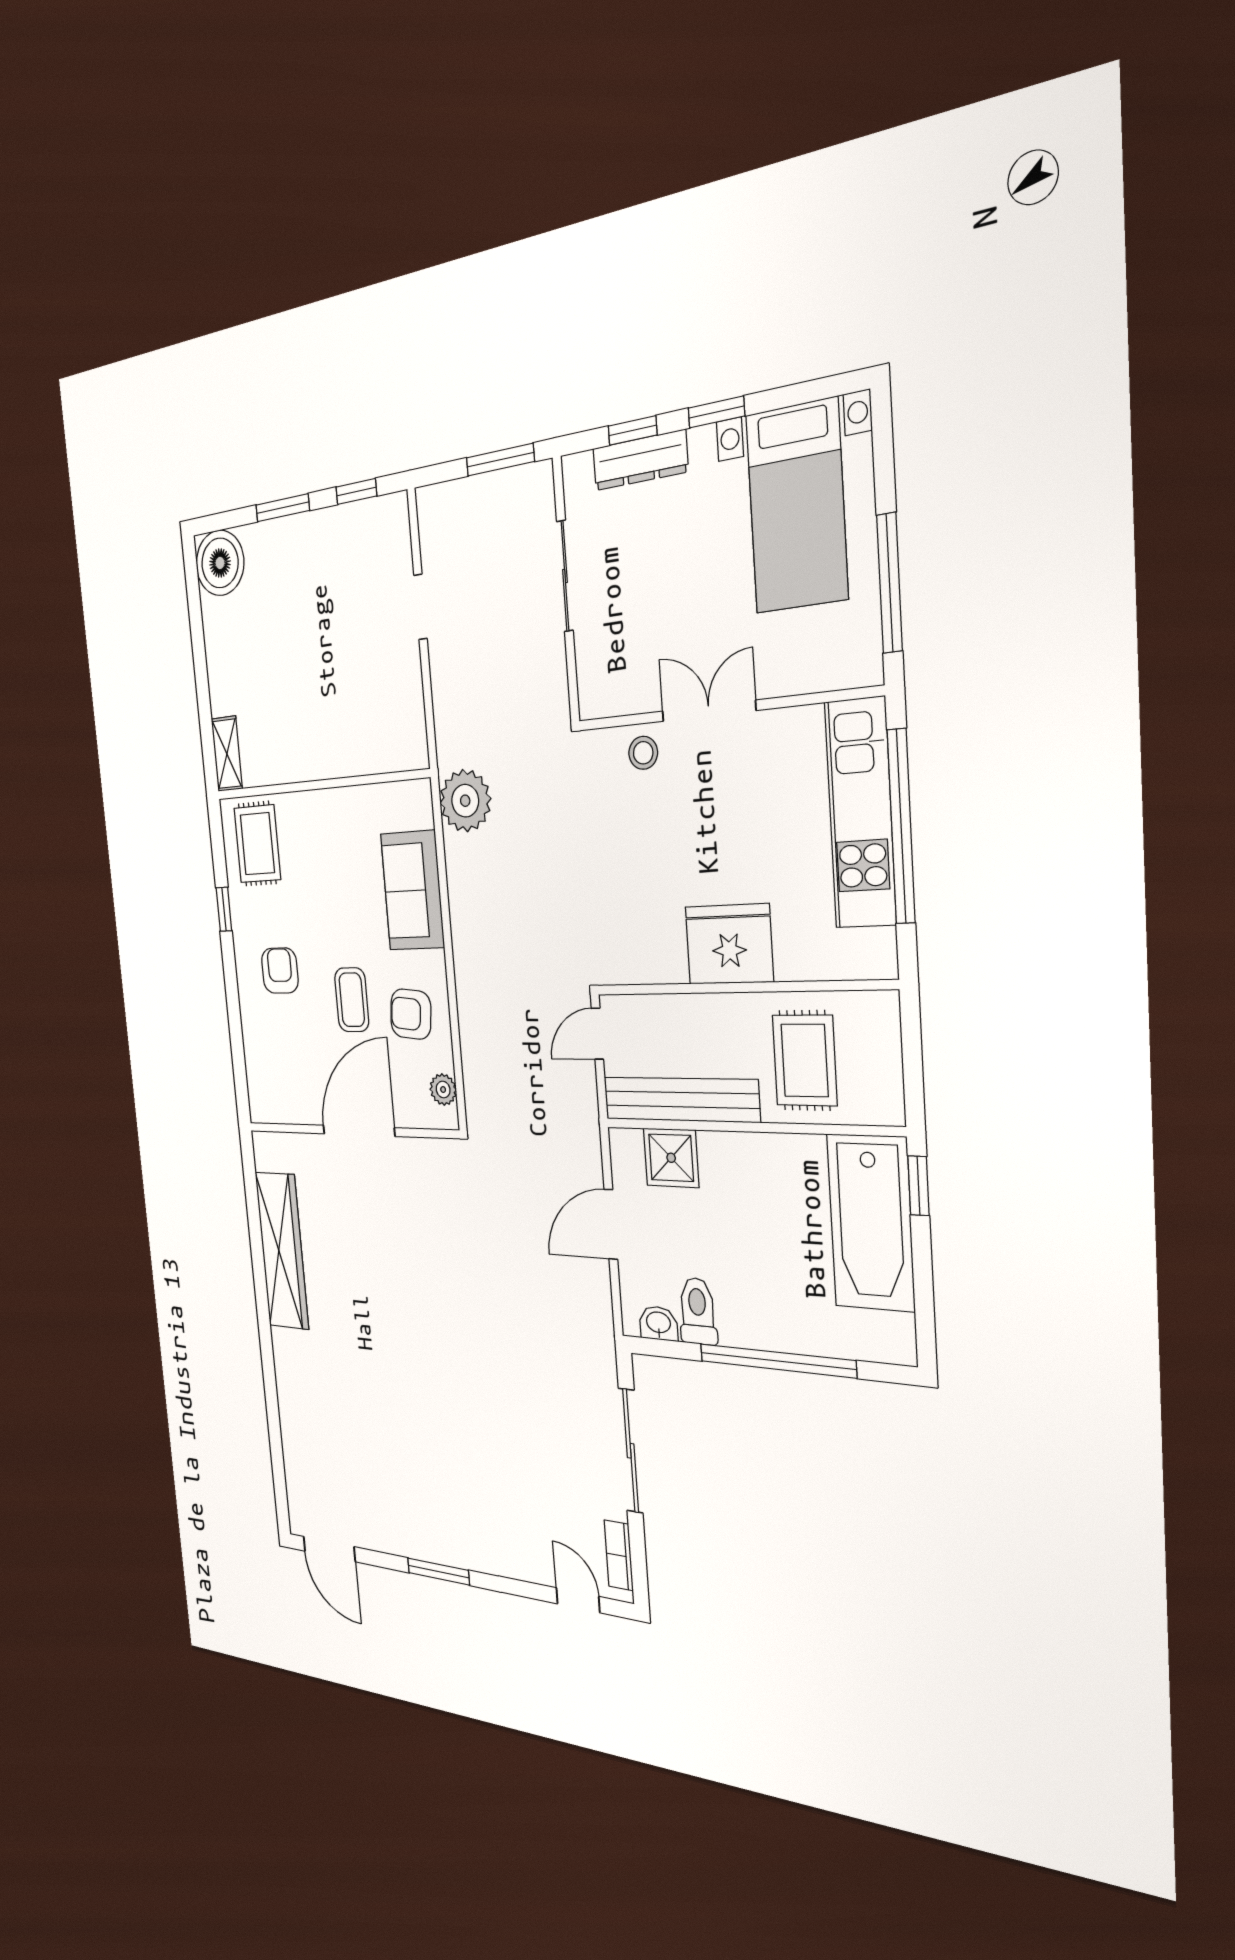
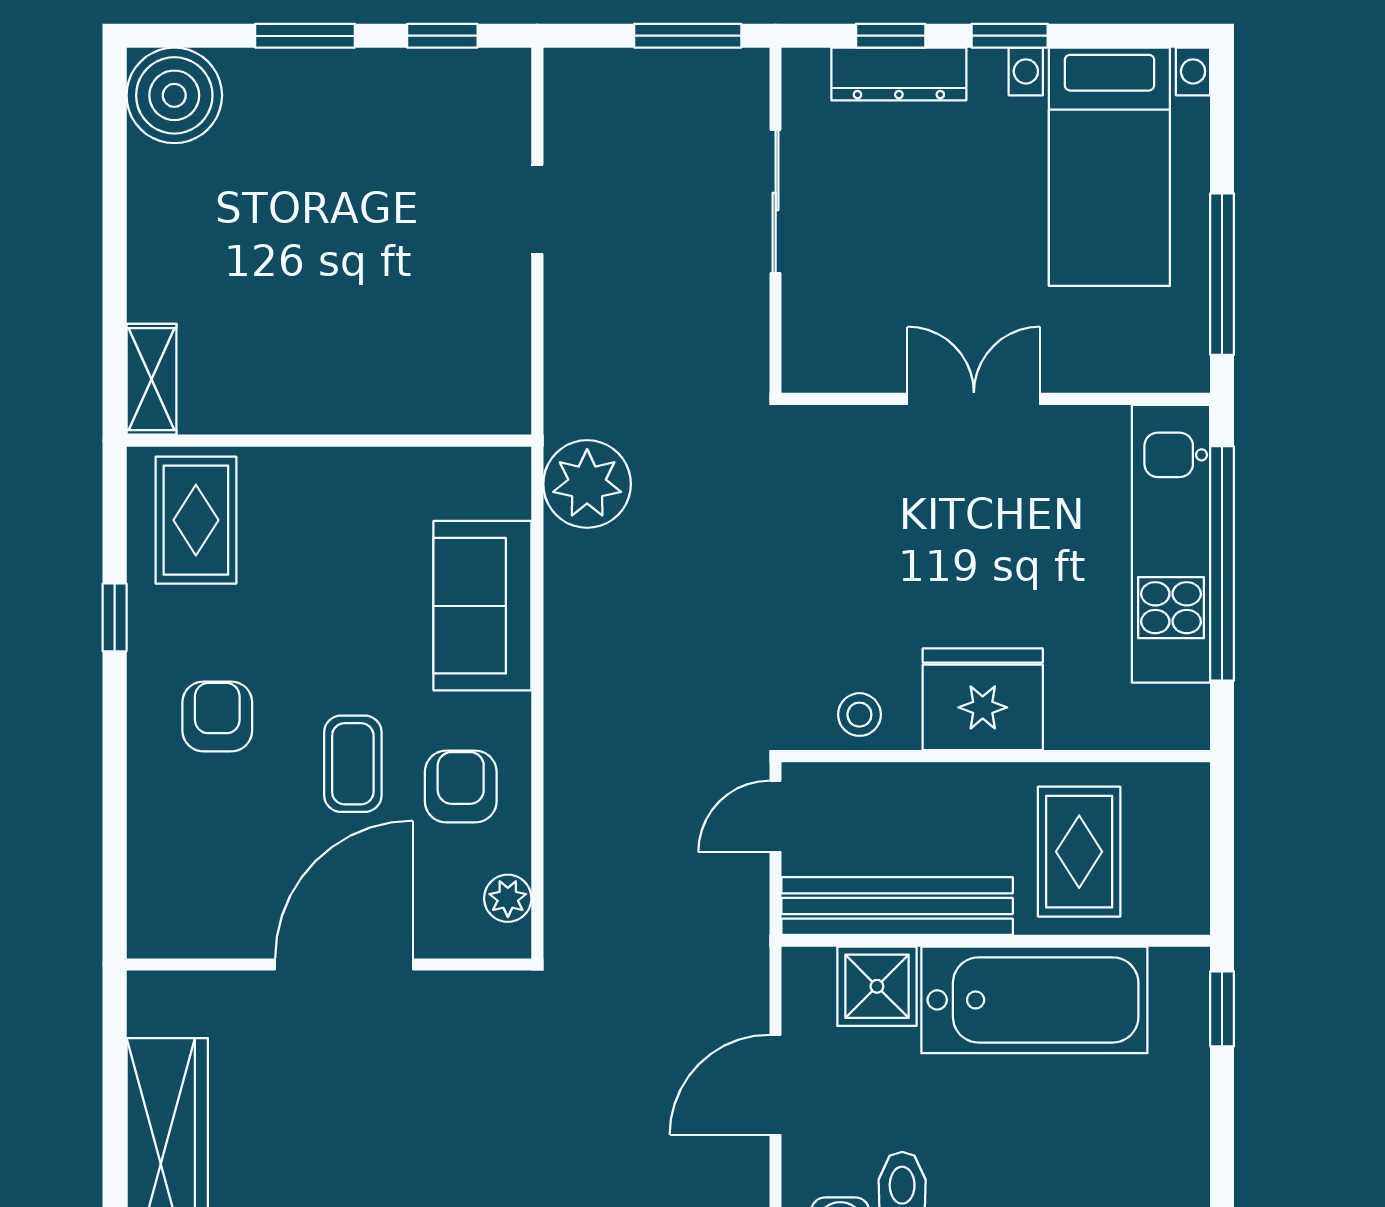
stool: (643, 753) -> (859, 715), moved
armchair: (411, 1014) -> (461, 787), turned 84
bathtub: (871, 1223) -> (1034, 1000), moved, turned -90

